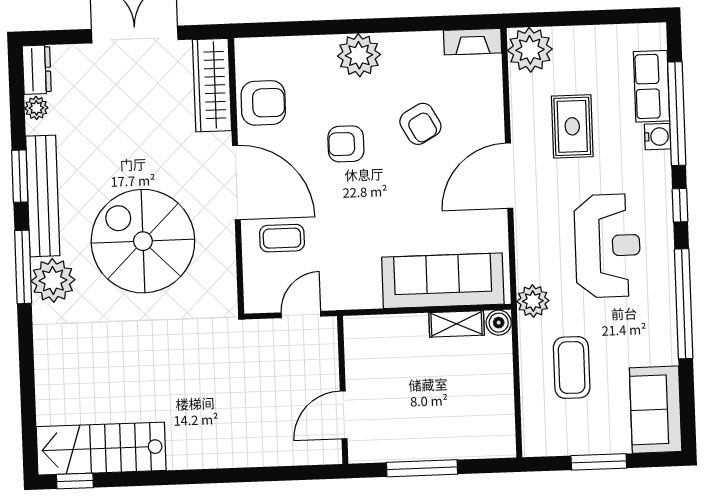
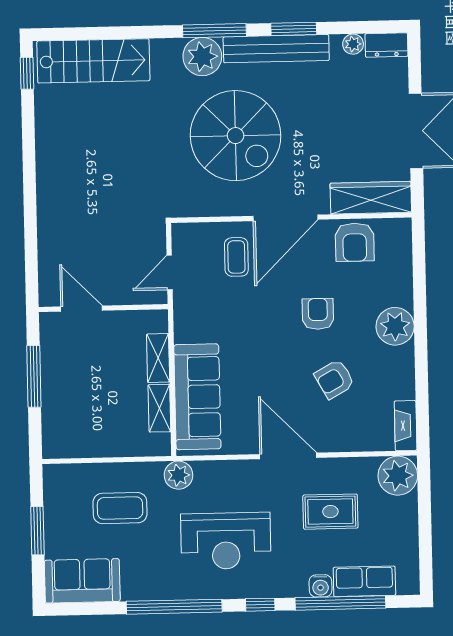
spiral stairs: (143, 241) -> (236, 136), turned 90
door: (301, 314) -> (170, 273), swing flipped
boiler: (499, 323) -> (160, 445), removed
shelving: (399, 326) -> (158, 358), added
stairs: (101, 449) -> (93, 61), moved, turned 90

